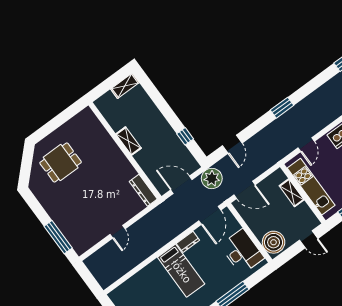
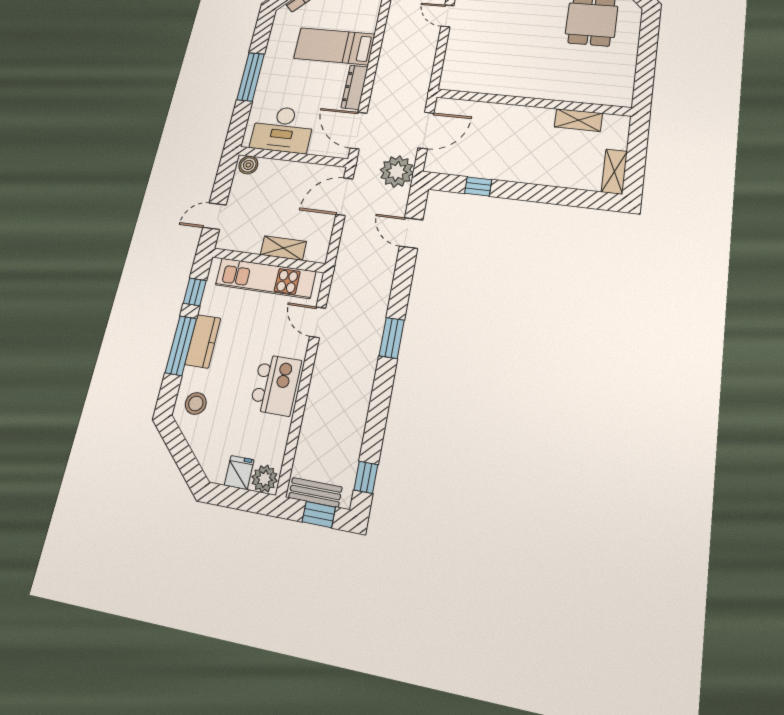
shelving: (129, 141) -> (578, 120), moved
dresser: (143, 190) -> (464, 83), removed
dresser: (188, 242) -> (355, 87), width x1.44
boiler: (274, 242) -> (248, 165), width x0.54, depth x0.54

